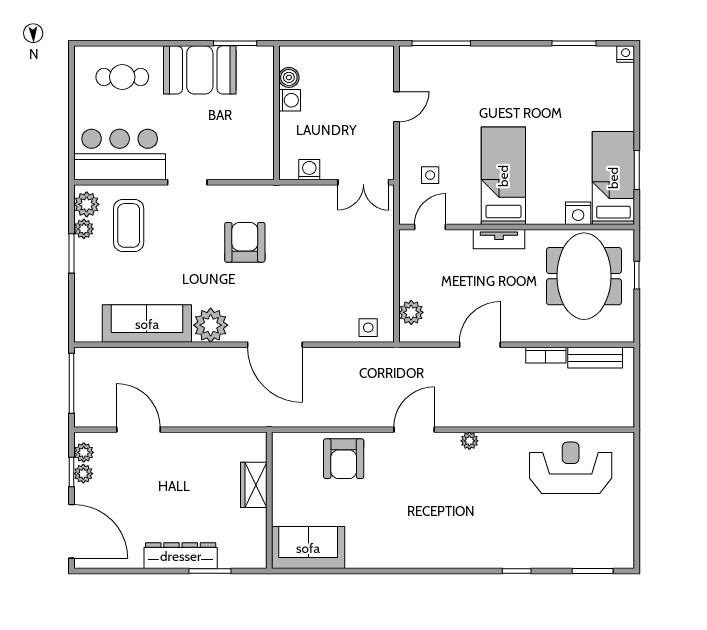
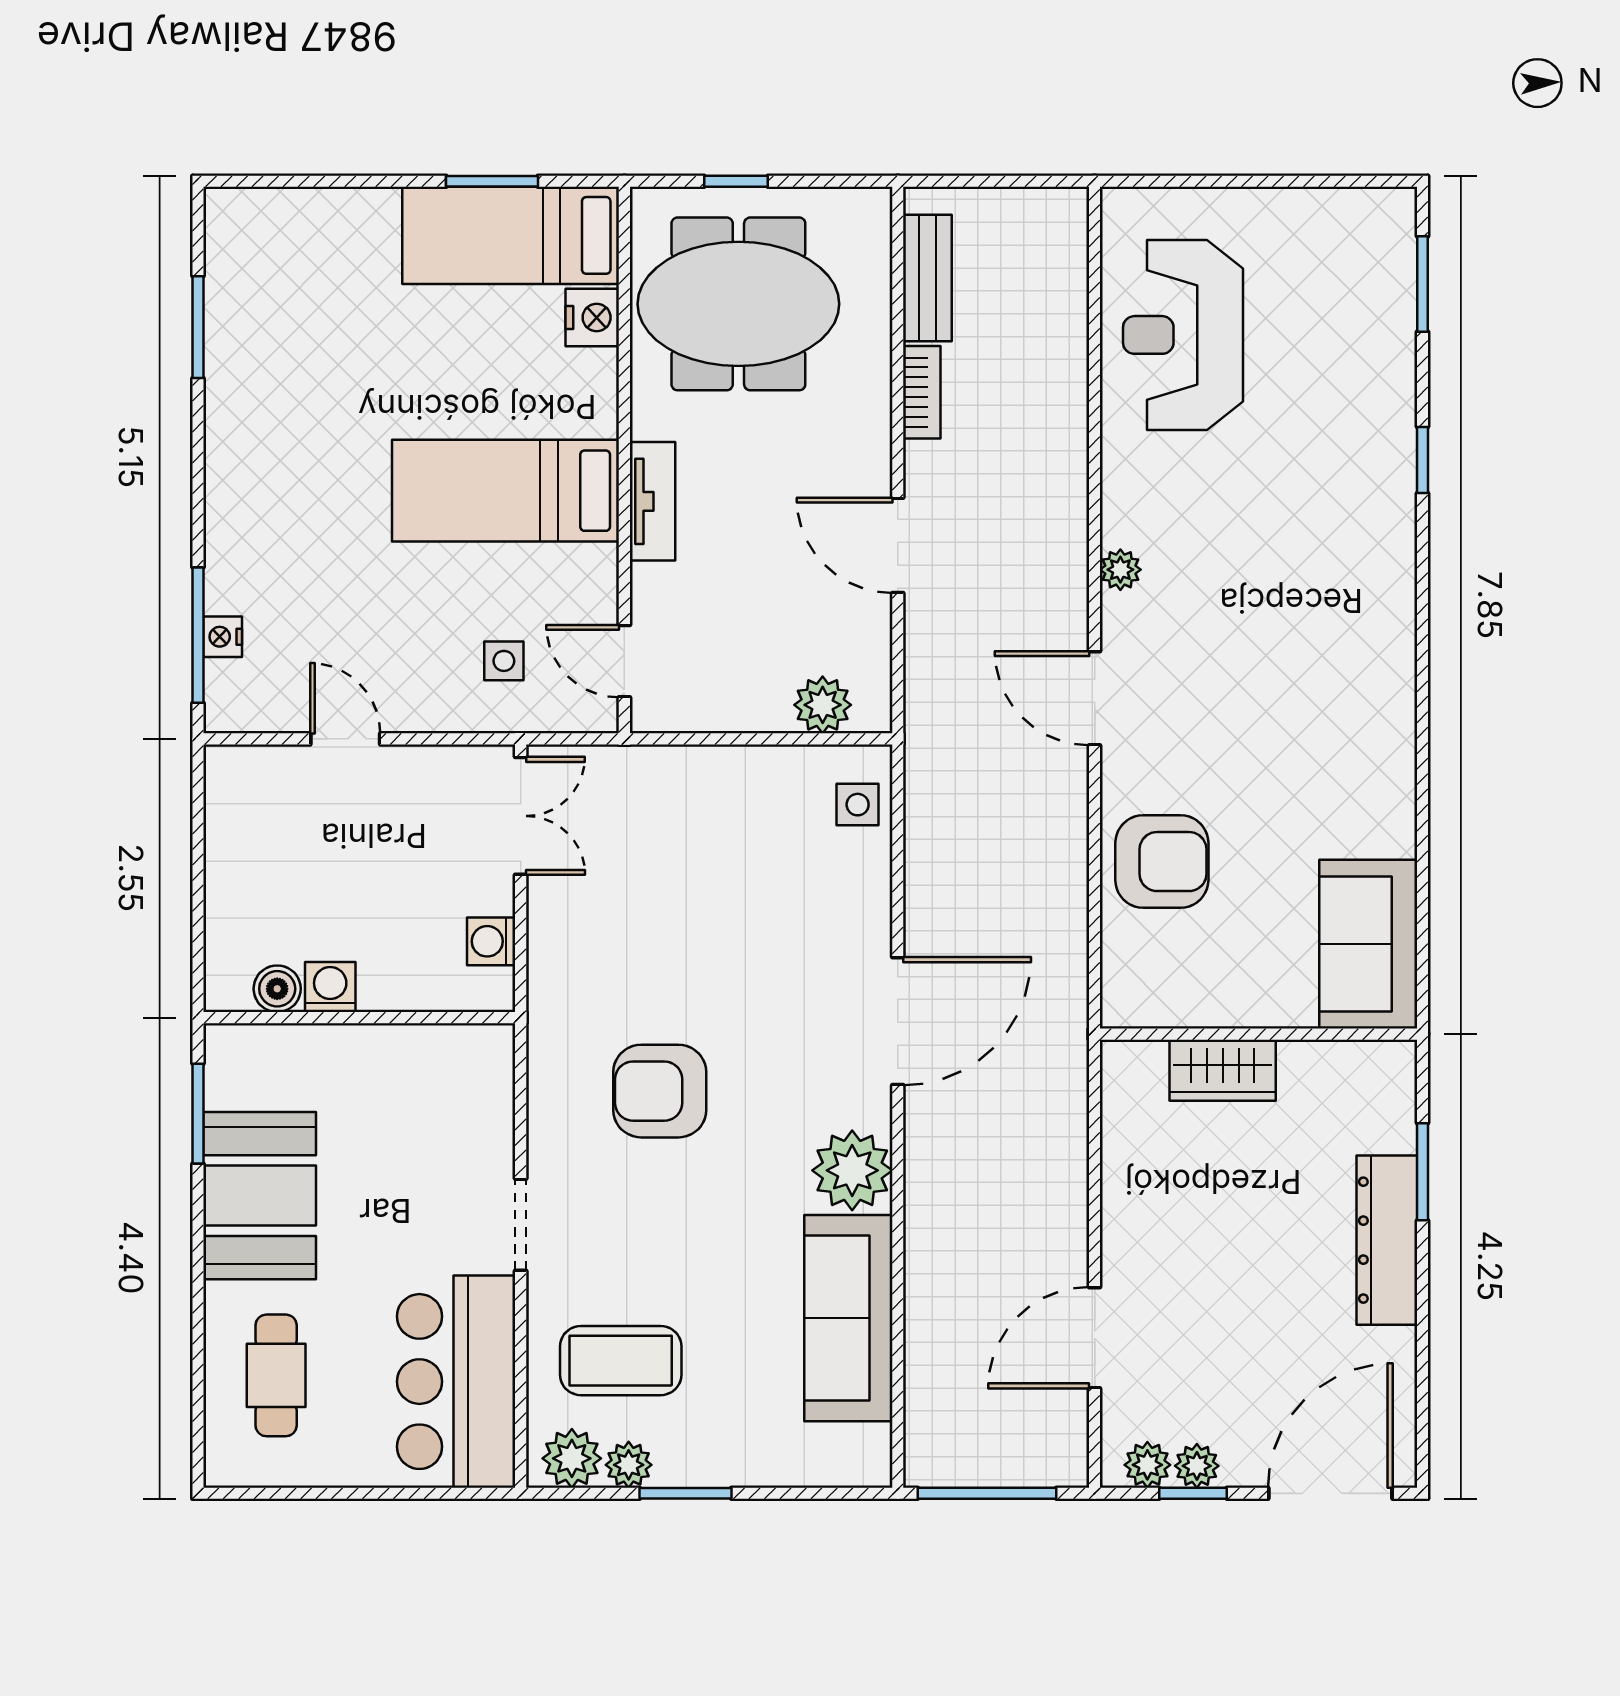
nightstand: (626, 54) -> (223, 637), moved

